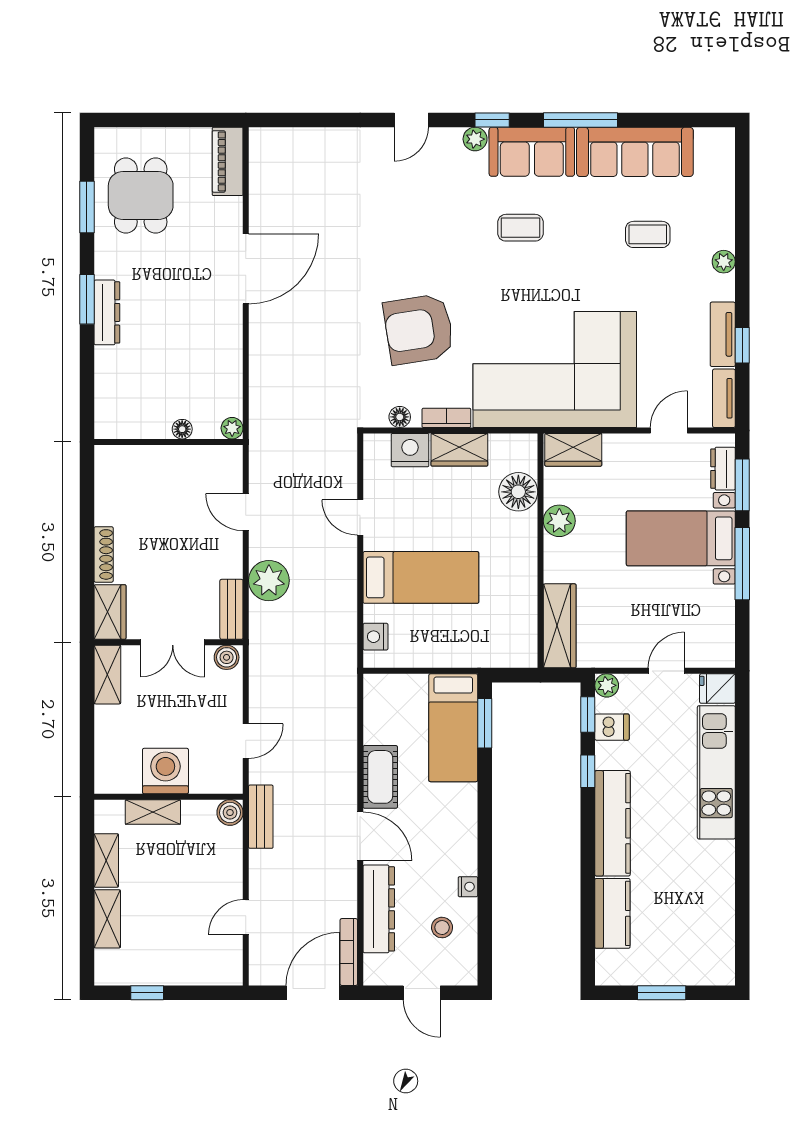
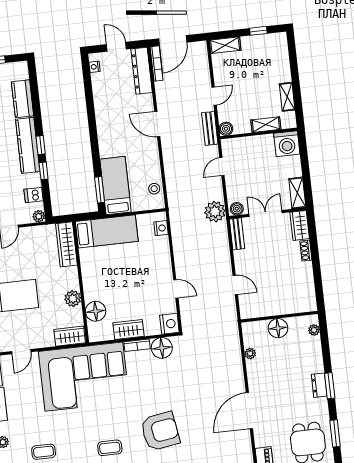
dresser: (107, 312) -> (319, 385), width x0.70
armchair: (419, 329) -> (160, 431), moved
plant: (105, 409) -> (314, 330), added
floor lamp: (400, 417) -> (162, 348), width x1.89, depth x1.89
plant: (232, 428) -> (250, 354), moved
floor lamp: (182, 429) -> (278, 328), width x1.89, depth x1.89
nightstand: (410, 450) -> (169, 324), moved, turned -90
shoe rack: (104, 554) -> (306, 250), width x0.70
bed: (421, 577) -> (107, 231), moved, turned 180
plant: (269, 581) -> (215, 212), moved
window: (588, 715) -> (41, 145), moved
washing machine: (165, 771) -> (287, 144), moved
cot: (380, 777) -> (150, 156), removed
nightstand: (468, 887) -> (95, 67), moved
dresser: (379, 909) -> (142, 71), moved
door: (246, 917) -> (214, 96), moved
shelving: (107, 919) -> (225, 45), moved, turned 90
stool: (442, 928) -> (154, 189), moved

